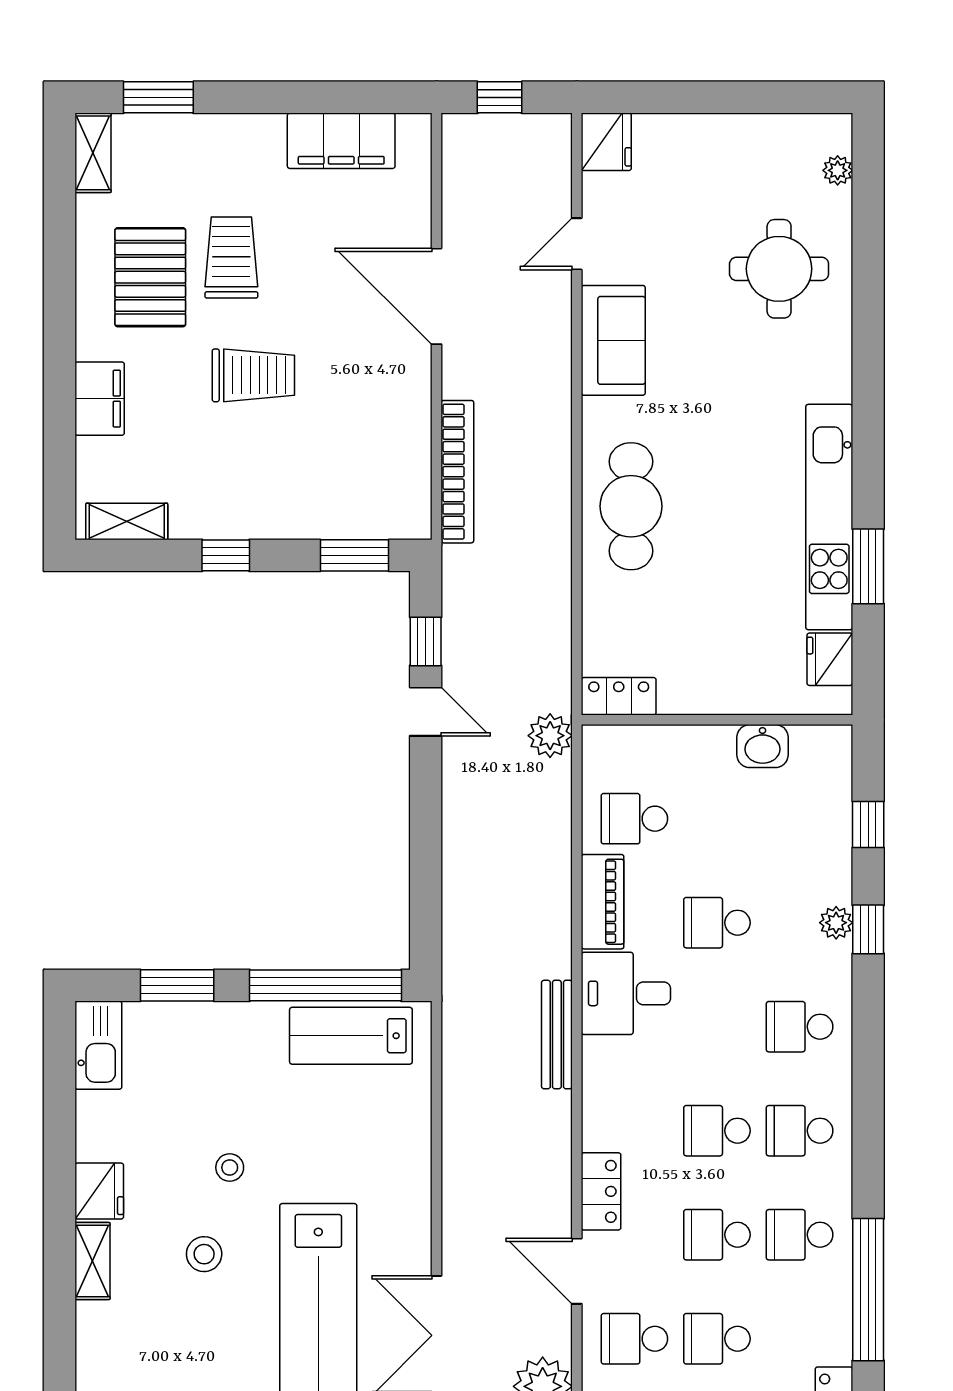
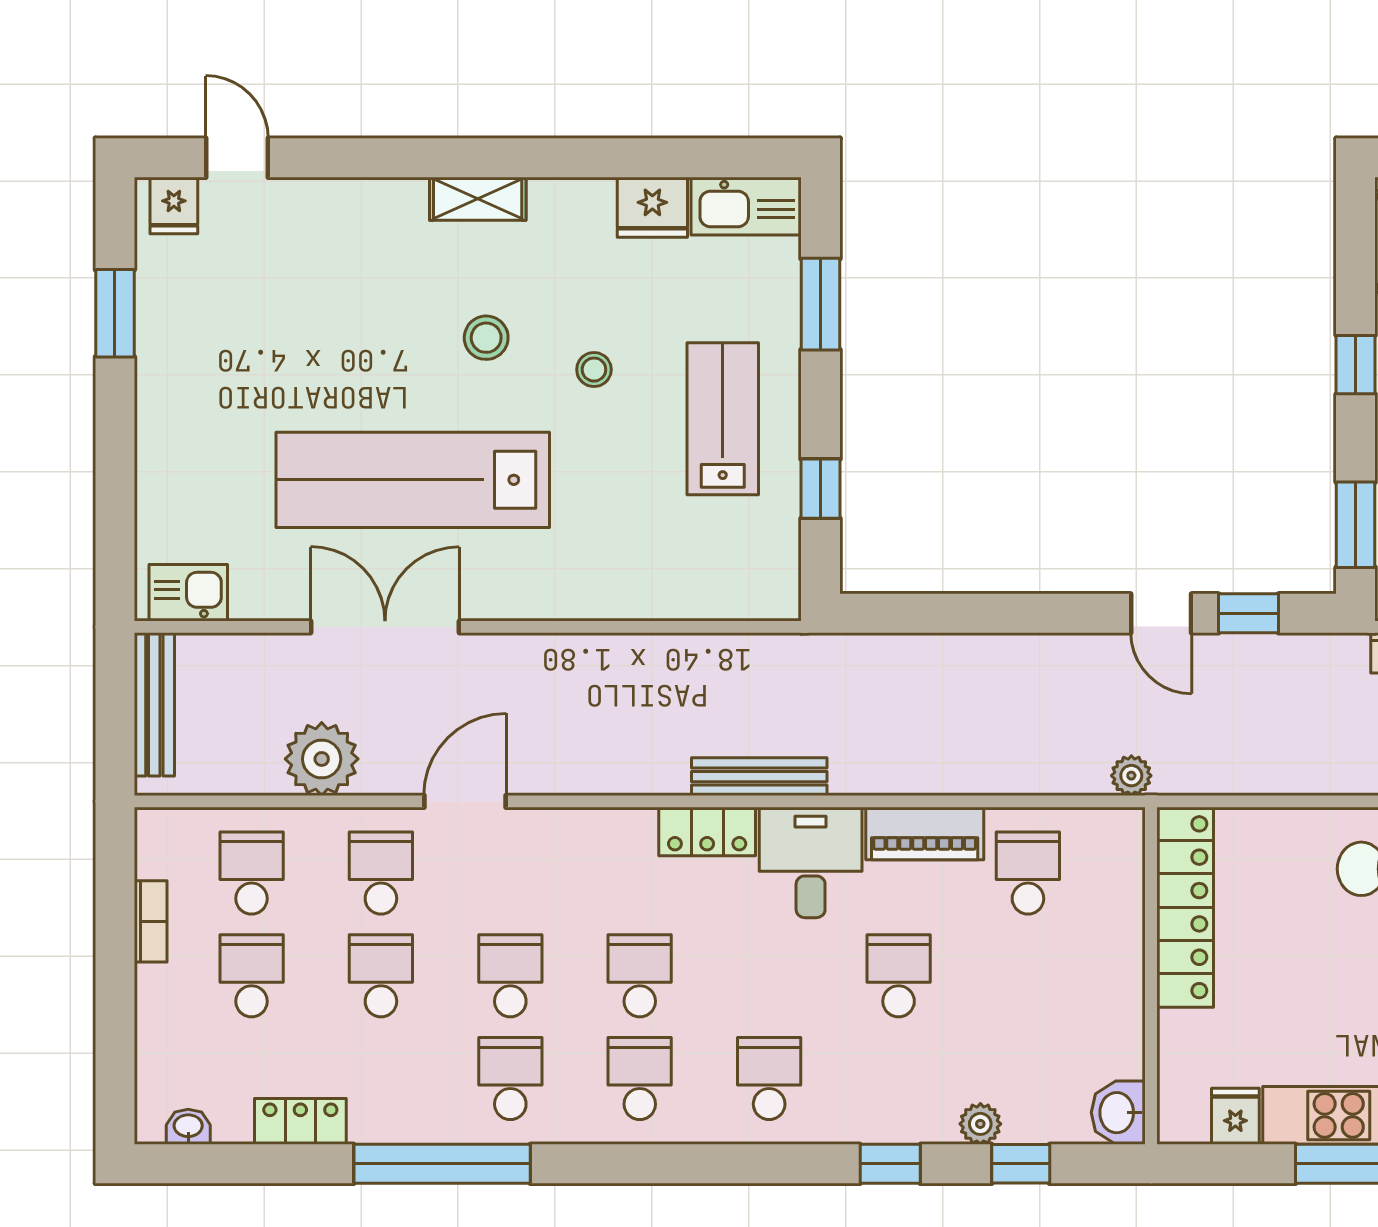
fridge: (830, 659) -> (1235, 1116), width x0.72
locker: (619, 696) -> (1185, 907), width x2.16, depth x1.21
door: (426, 712) -> (1161, 613), hinge flipped
plant: (550, 736) -> (1131, 776), width x0.73, depth x0.73
washbasin: (763, 746) -> (1118, 1113), moved
plant: (836, 923) -> (980, 1124), moved
window: (325, 985) -> (820, 489), width x0.32
lab bench: (351, 1036) -> (723, 419), moved
fridge: (99, 1191) -> (652, 207), moved
locker: (601, 1191) -> (707, 832), moved

